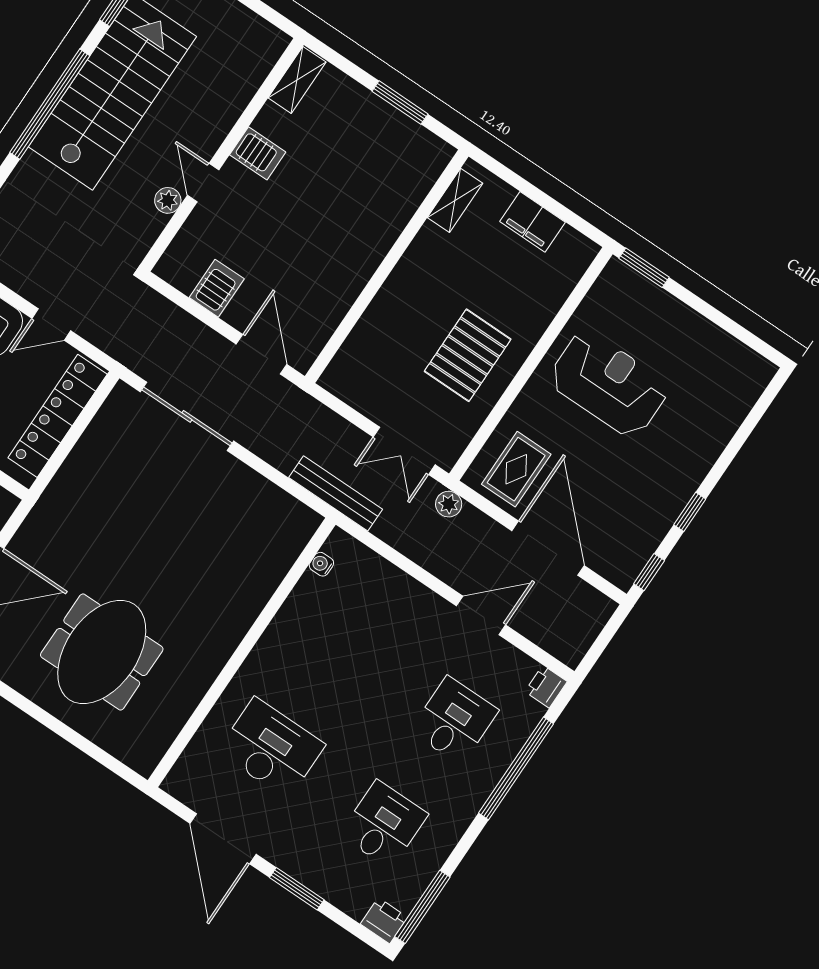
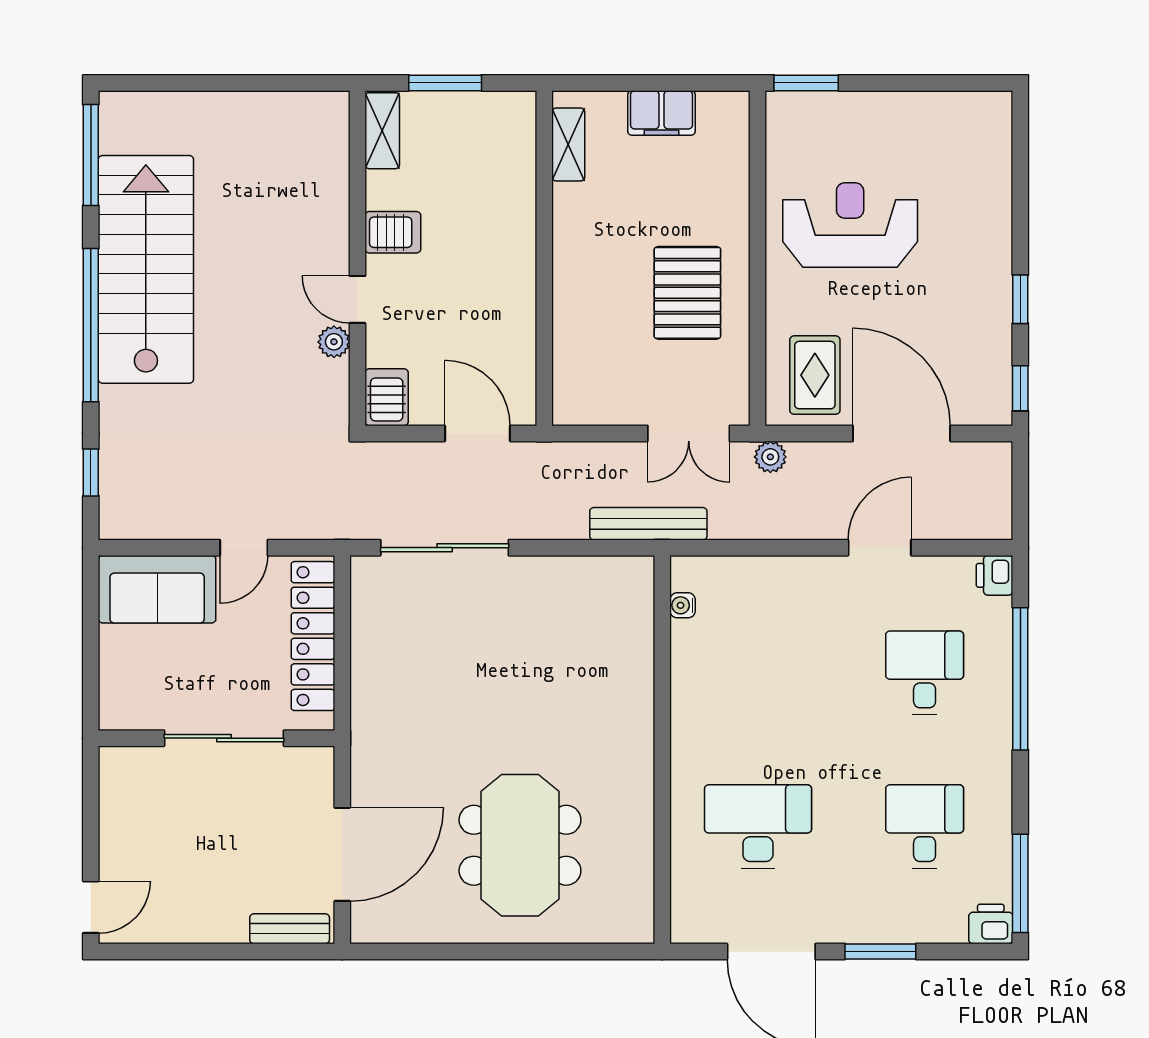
shelving: (297, 80) -> (382, 131), moved
server rack: (258, 153) -> (393, 232), moved
wall: (222, 155) -> (357, 258), moved
door: (203, 183) -> (357, 299), moved
plant: (168, 200) -> (334, 342), moved

